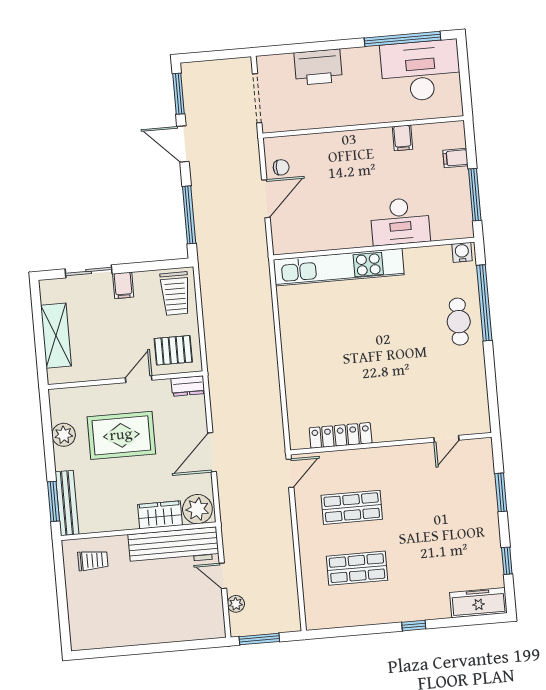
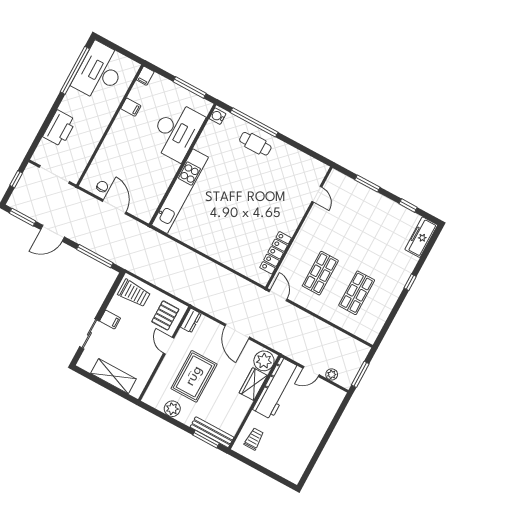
window: (220, 55) -> (16, 179), added
filing cabinet: (455, 158) -> (145, 76), moved
desk: (400, 221) -> (176, 131), width x1.36, depth x1.30

